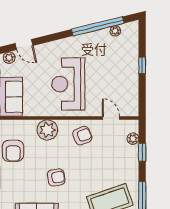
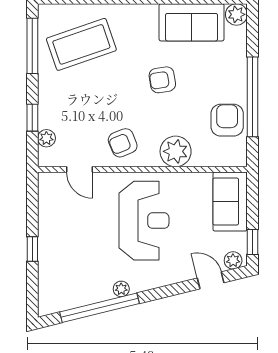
plant: (115, 31) -> (121, 289), moved

